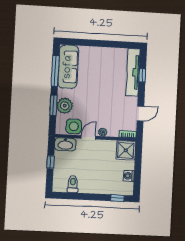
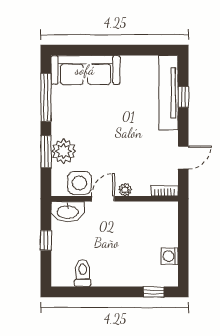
sofa: (68, 67) -> (85, 70), moved, turned 90
shower: (126, 150) -> (163, 216), removed

